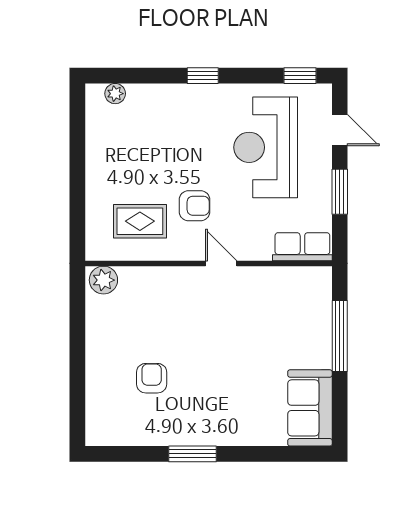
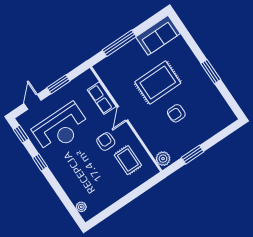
window: (203, 76) -> (40, 162), moved
row of seats: (302, 247) -> (102, 98), moved
window: (77, 332) -> (193, 155), added
rug: (233, 355) -> (158, 82), added
armchair: (152, 378) -> (176, 113), moved

